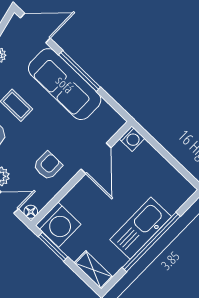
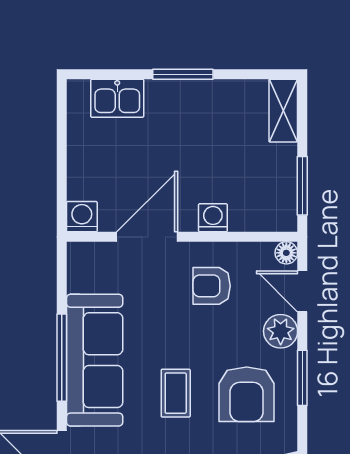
washing machine: (58, 225) -> (213, 218), moved, width x0.53, depth x0.53
kitchen sink: (141, 228) -> (117, 98), moved, width x0.53, depth x0.81
window: (151, 242) -> (183, 74), width x0.47

